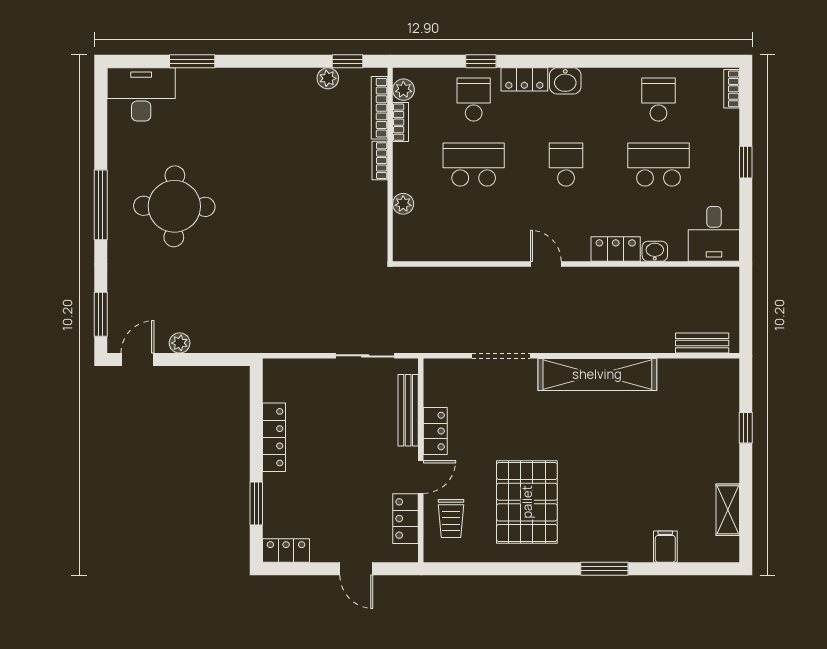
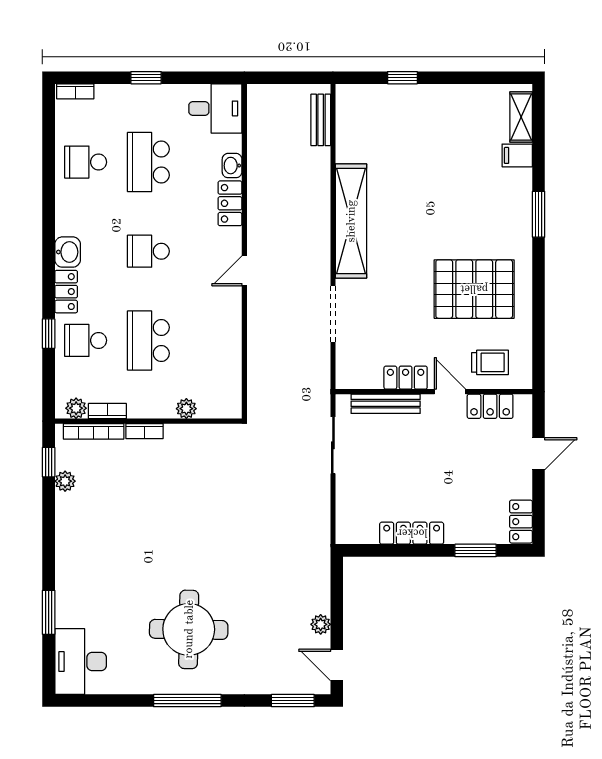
shelving: (728, 510) -> (521, 117), moved, turned 90

